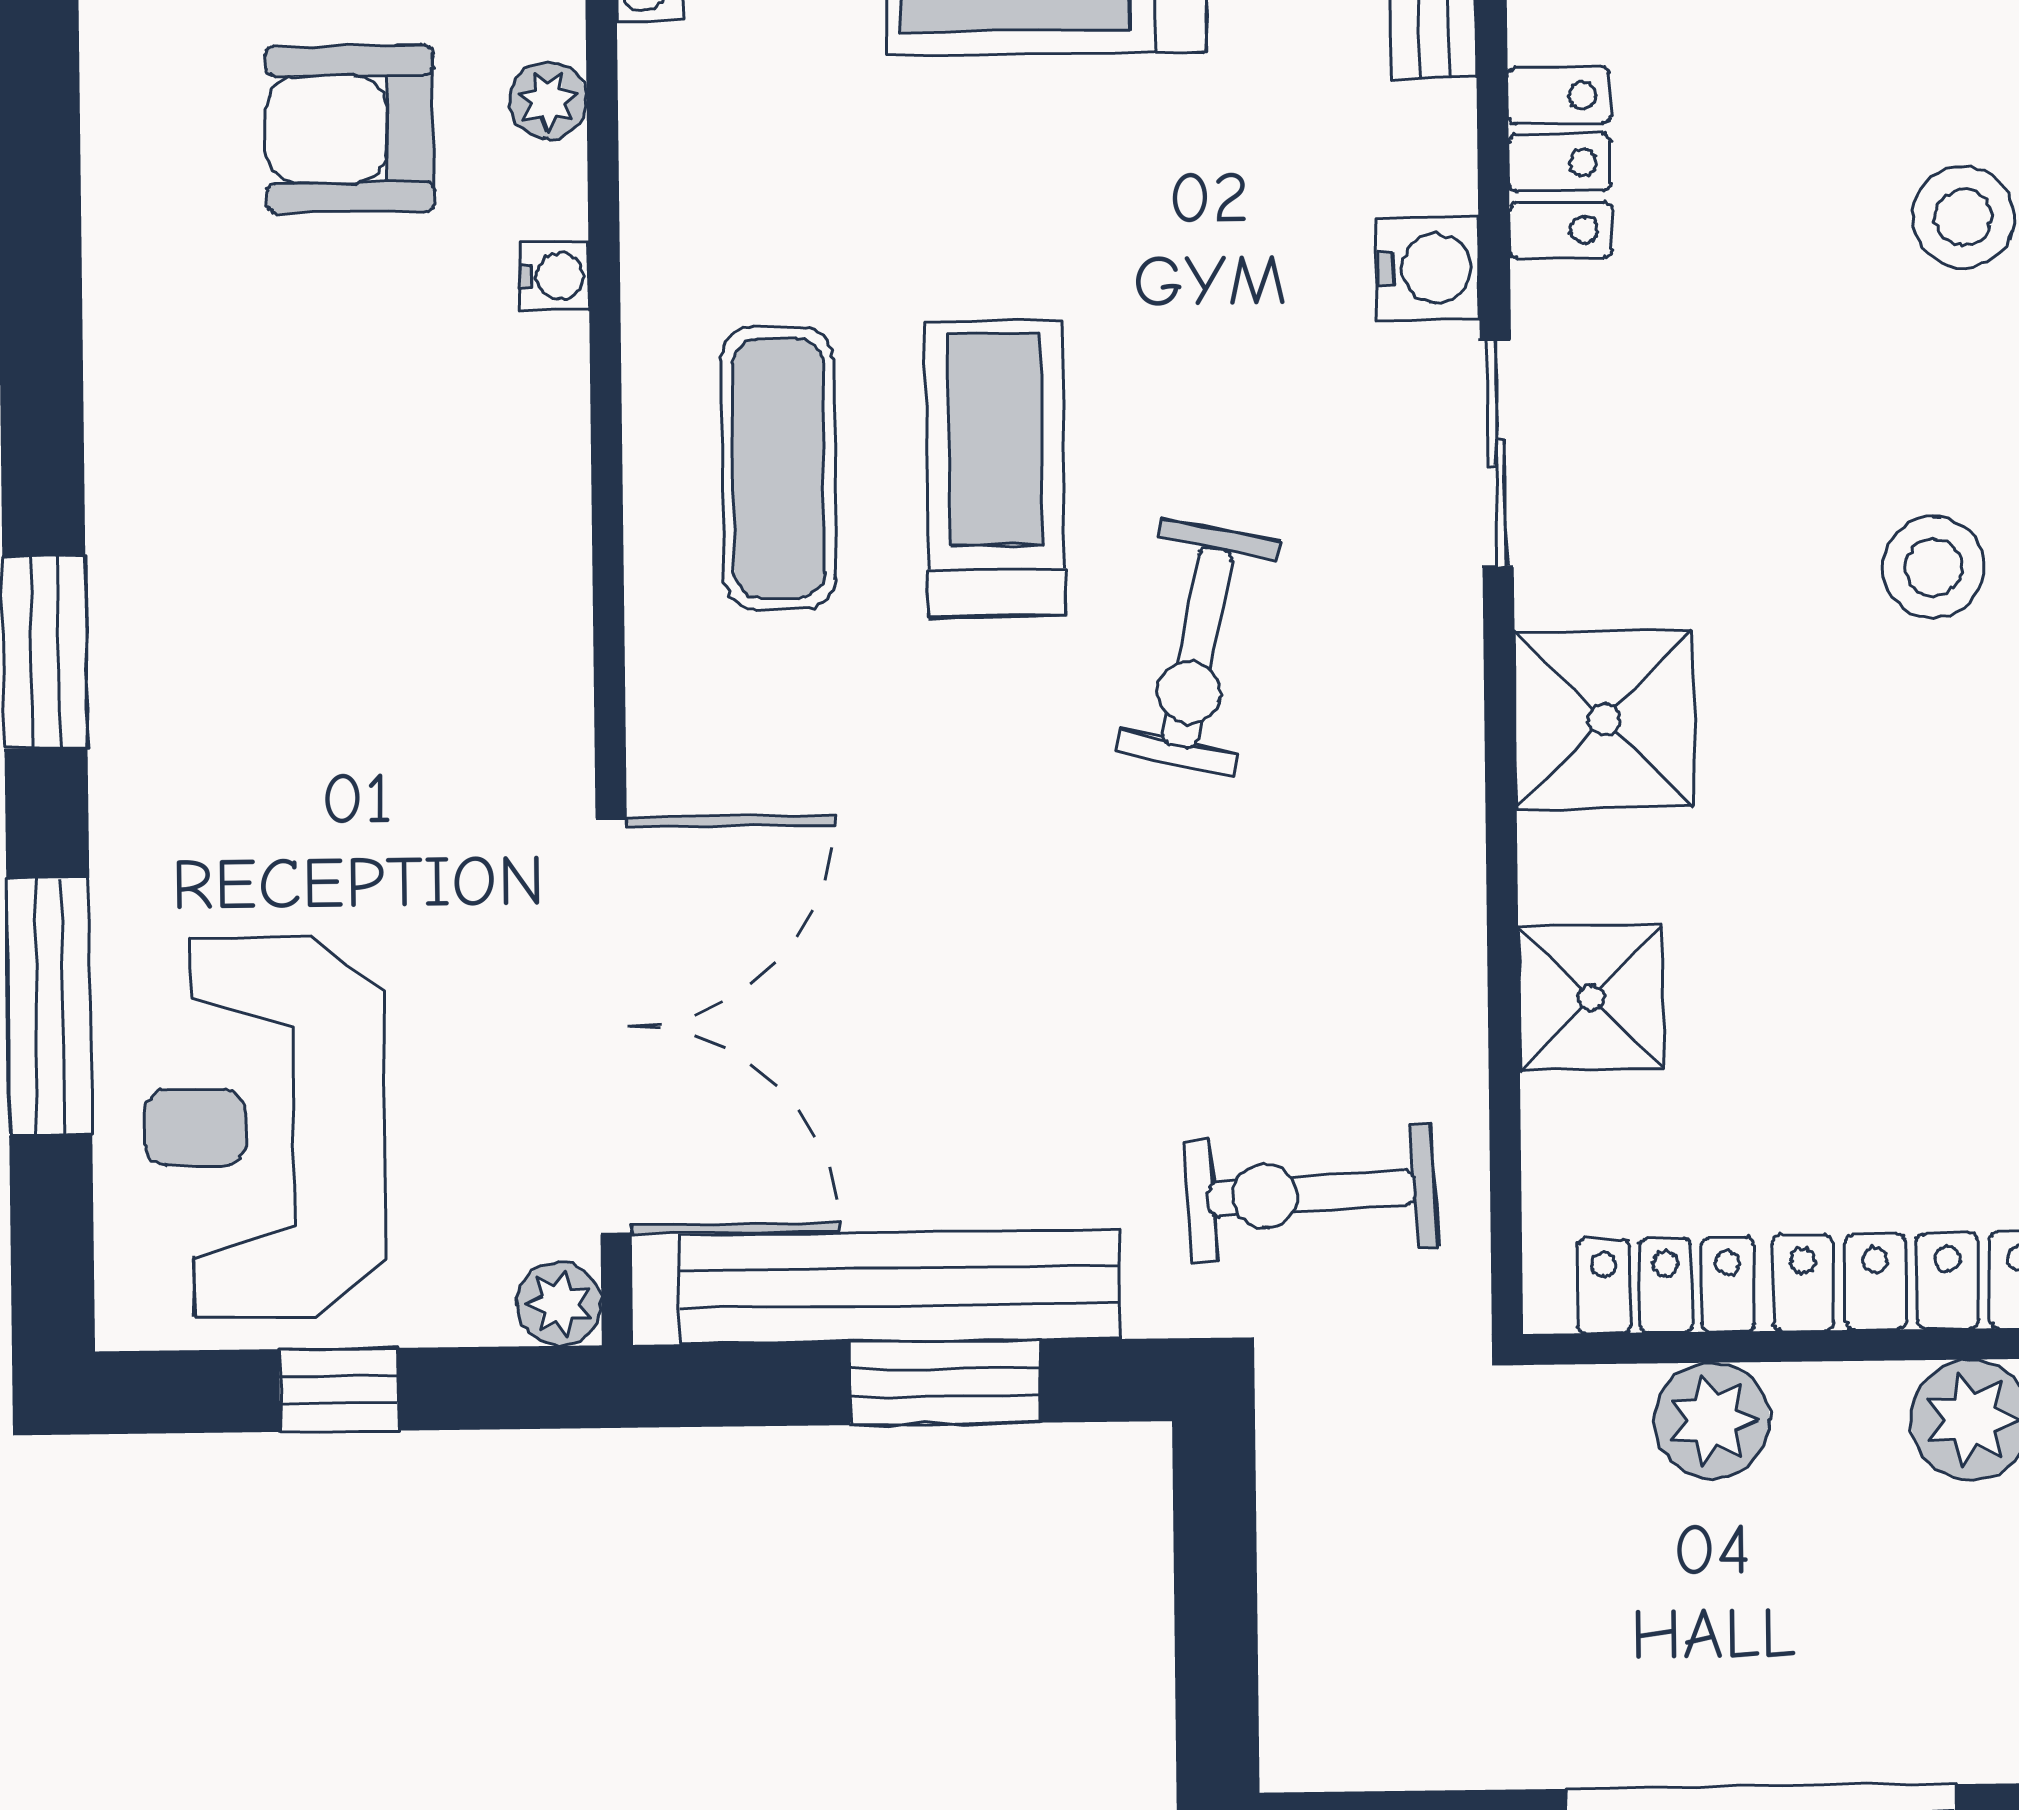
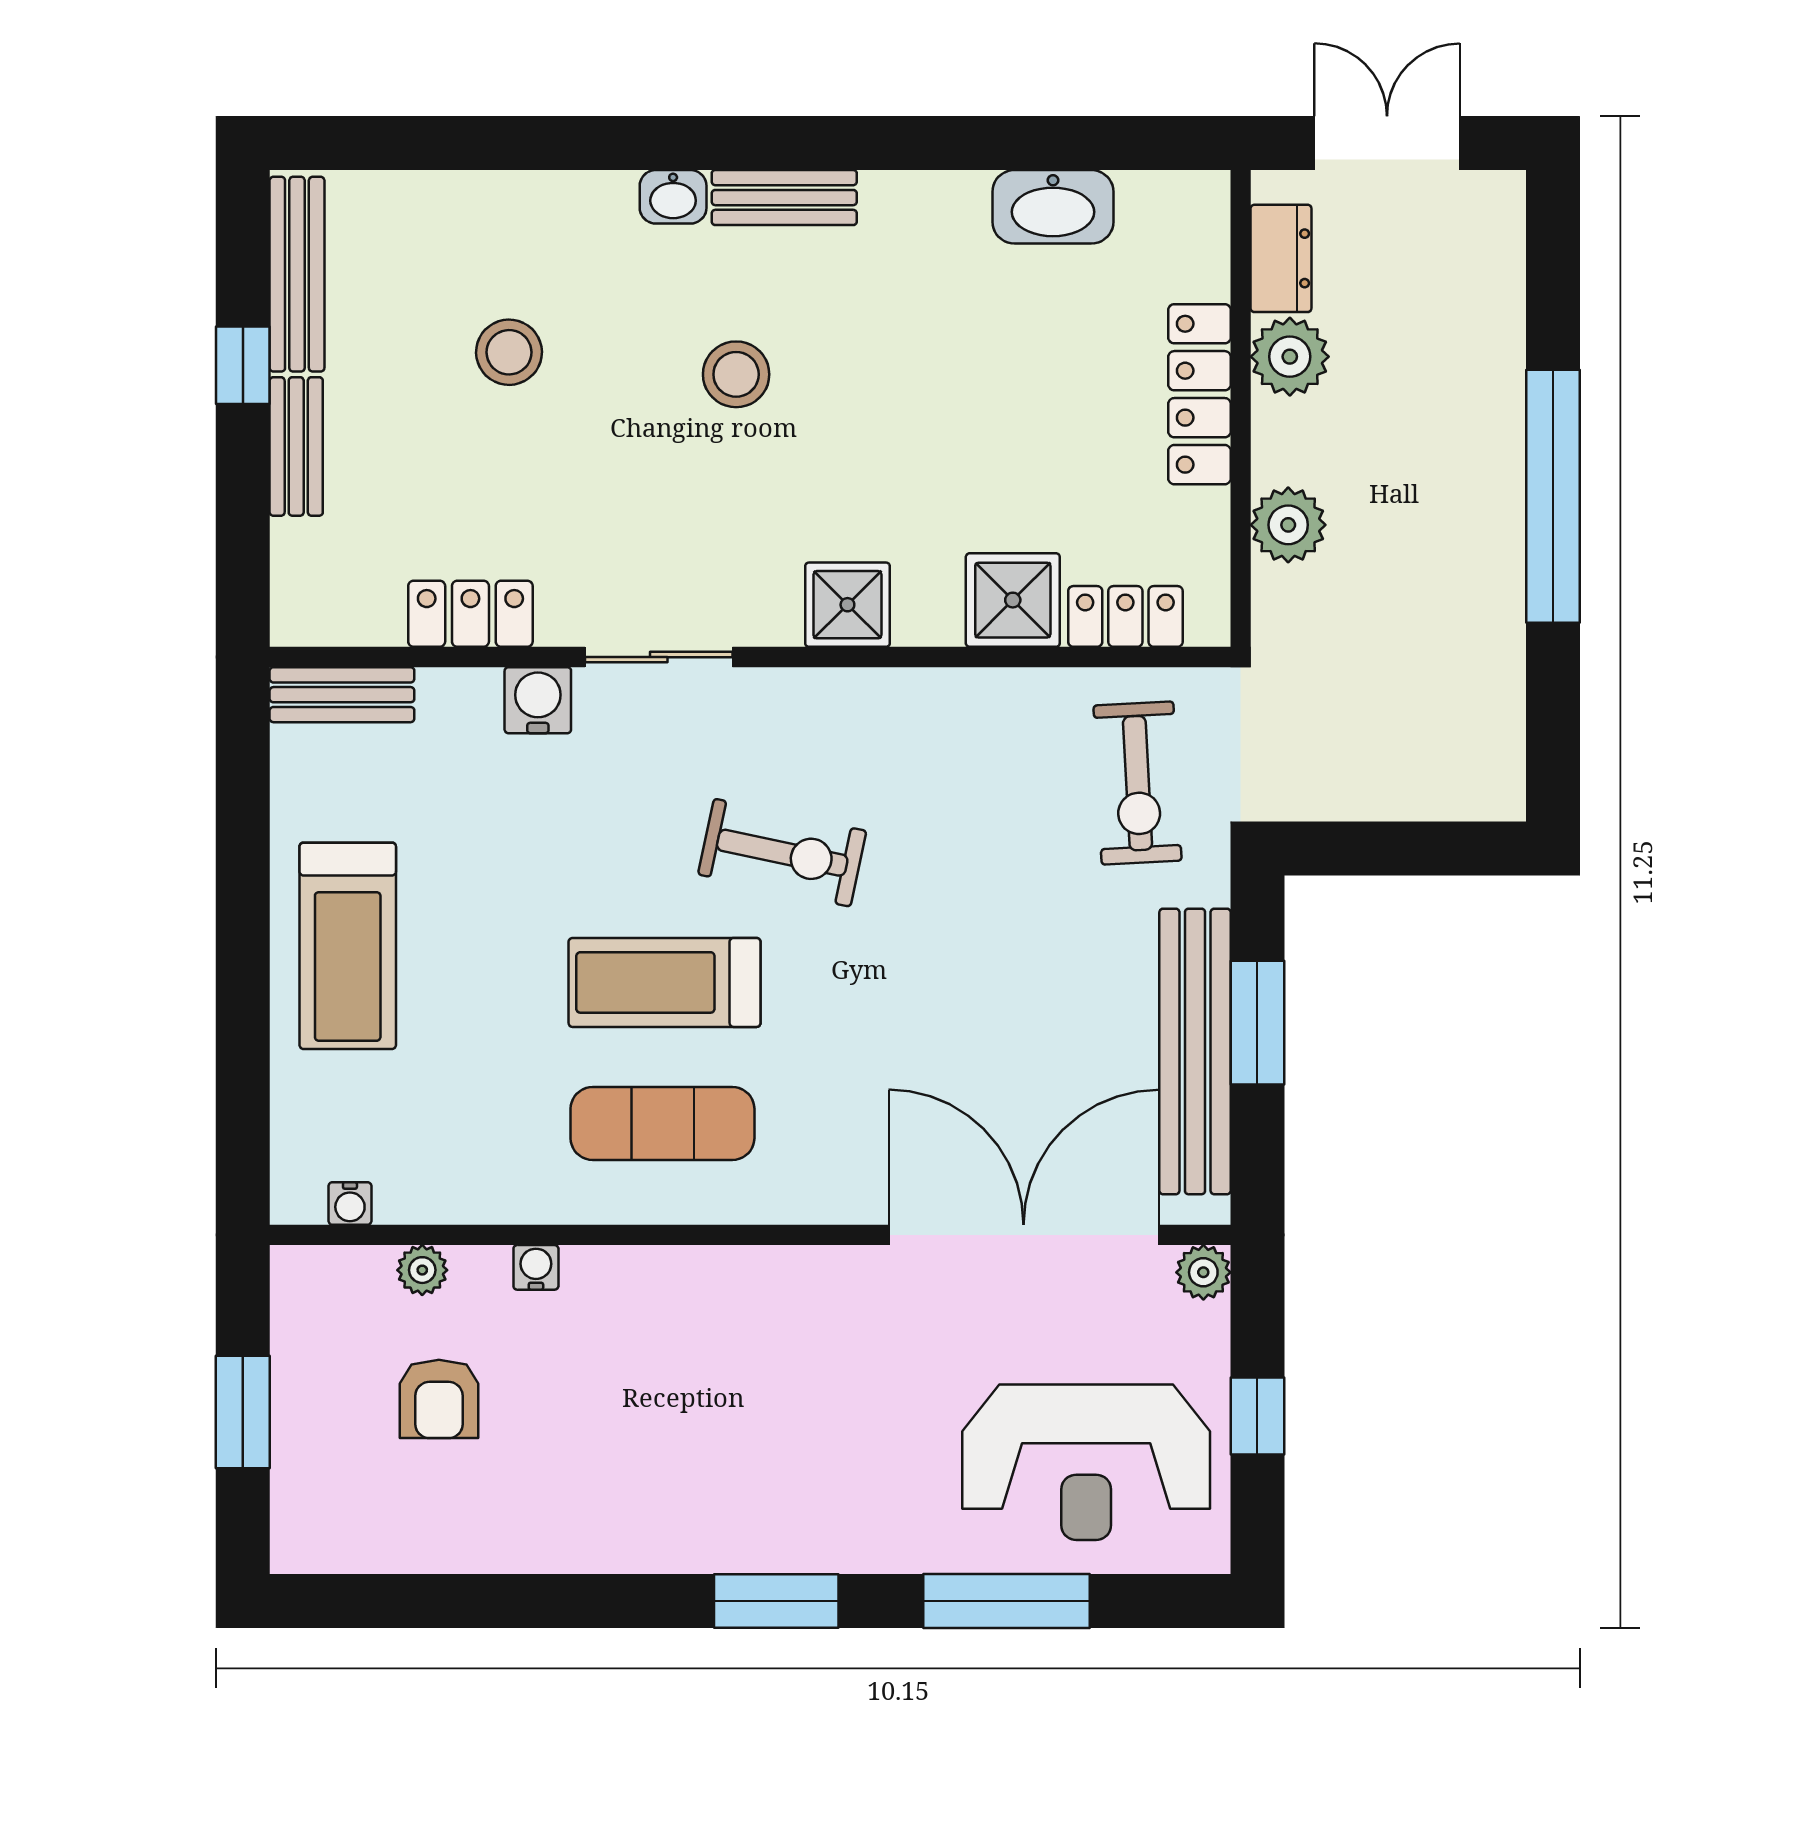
armchair: (350, 129) -> (439, 1399), width x0.72, depth x0.72
shower: (1604, 719) -> (847, 605), width x0.73, depth x0.73
locker: (1666, 1285) -> (1125, 616), moved, turned 90

